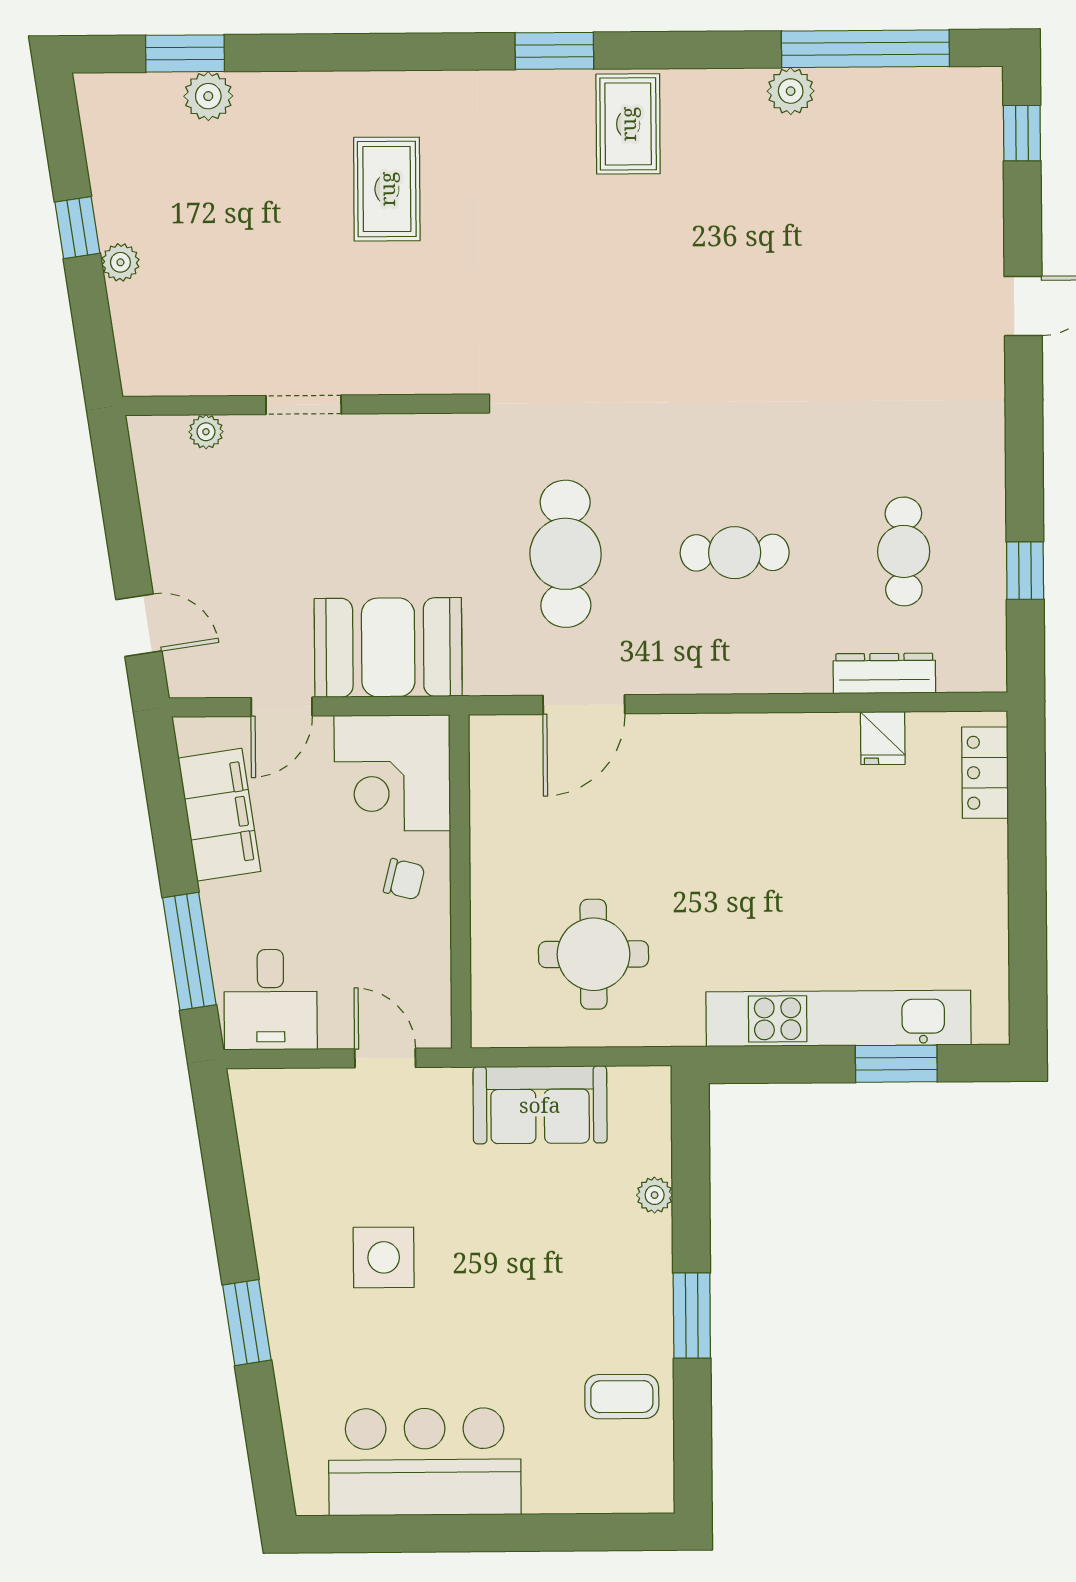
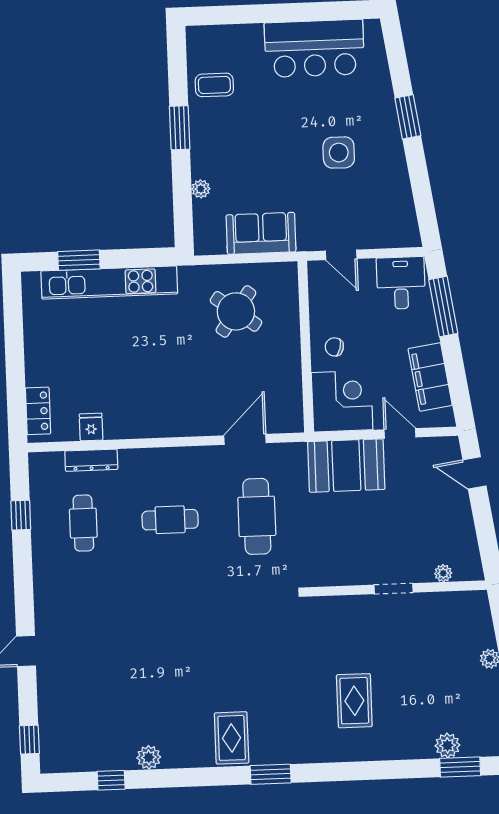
window: (865, 49) -> (111, 780), width x0.32
door: (282, 707) -> (400, 433), hinge flipped
round table: (594, 954) -> (236, 311), turned 36

